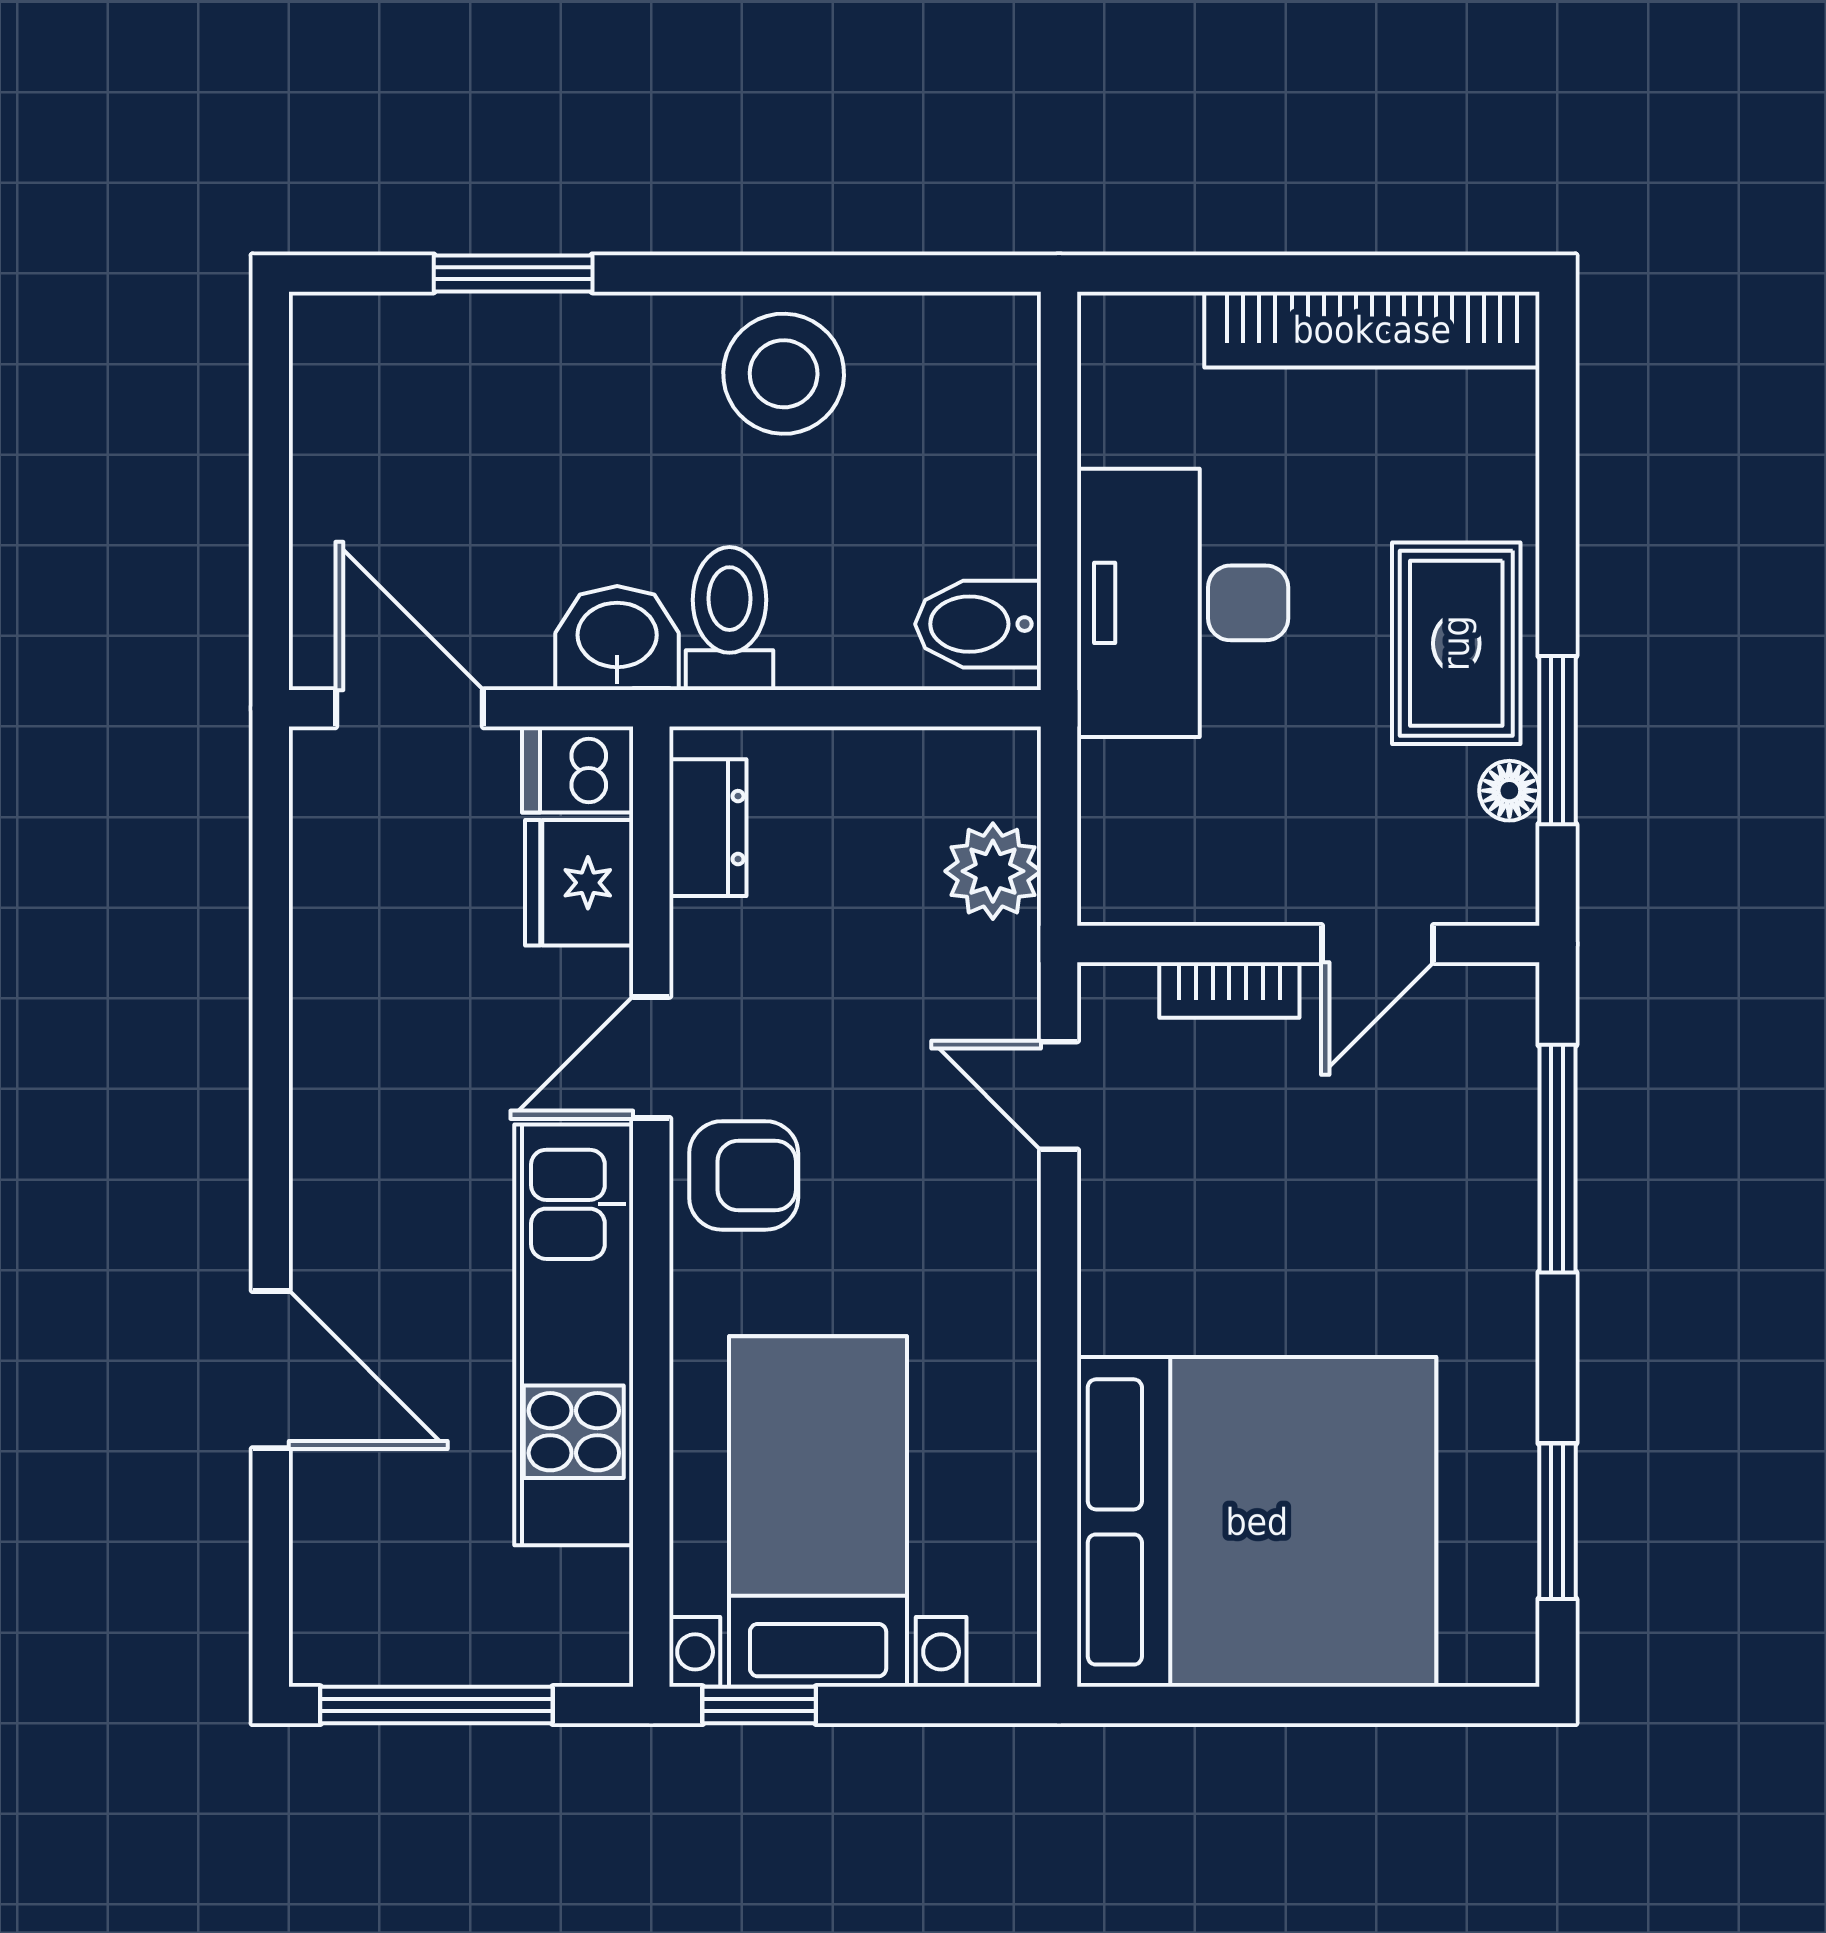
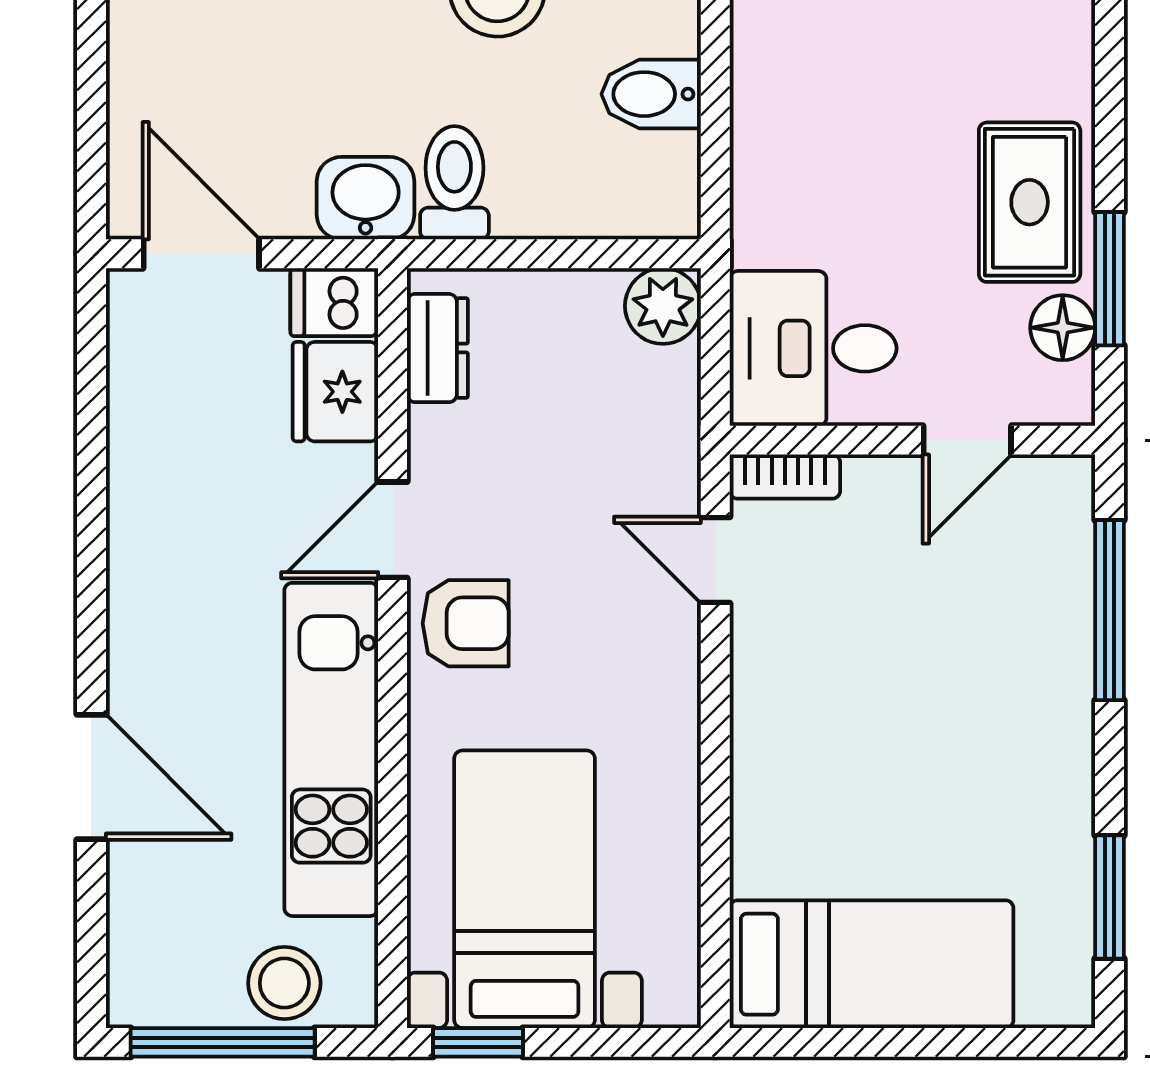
desk: (1183, 603) -> (813, 348), moved, width x0.73
bidet: (978, 624) -> (651, 94), moved
floor lamp: (1509, 791) -> (1063, 328), width x1.37, depth x1.37
plant: (993, 871) -> (663, 306), moved
bookcase: (1229, 990) -> (785, 477), moved
bed: (1257, 1522) -> (872, 964), width x0.49
stool: (515, 1630) -> (284, 983), added

